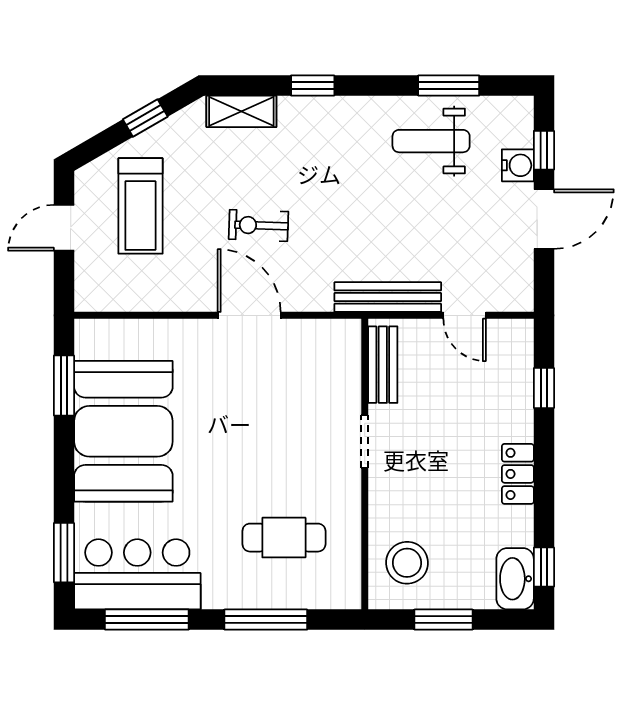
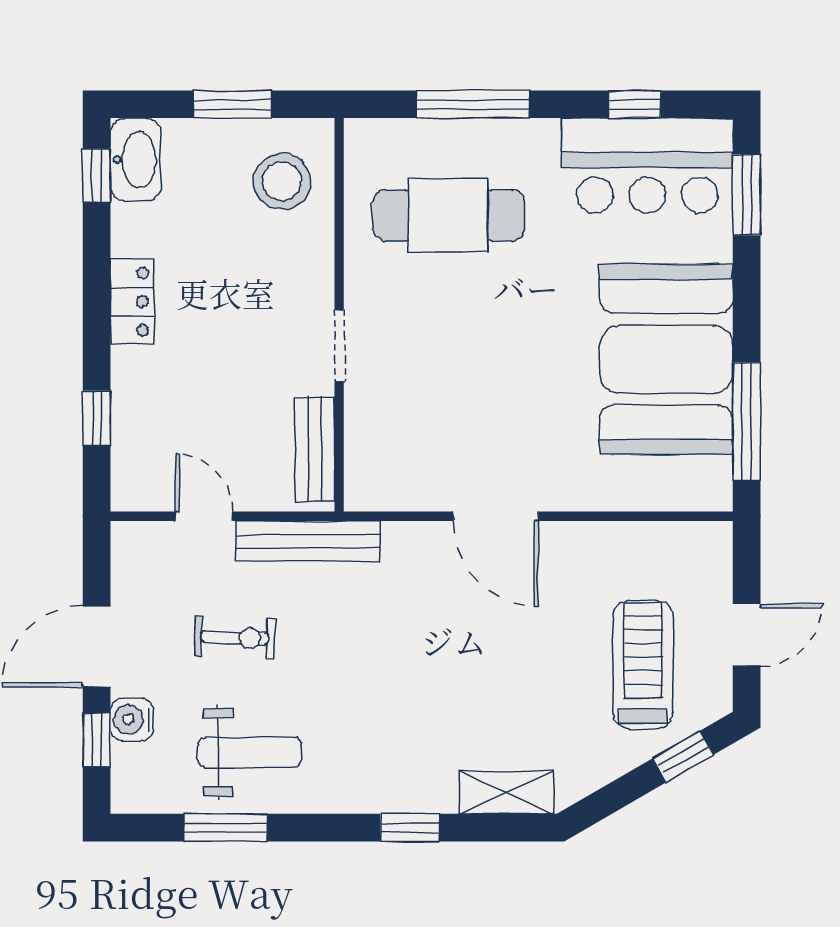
window: (145, 118) -> (683, 757), moved
exercise bike: (259, 225) -> (235, 638), moved
window: (64, 385) -> (747, 421), width x1.44
cafe table: (284, 538) -> (449, 215), width x1.37, depth x1.35
window: (147, 620) -> (634, 104), width x0.46

